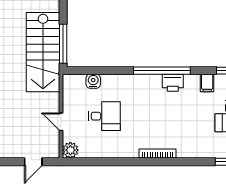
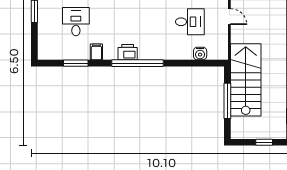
window: (63, 44) -> (227, 101), moved
desk: (104, 116) -> (190, 22), turned 180

